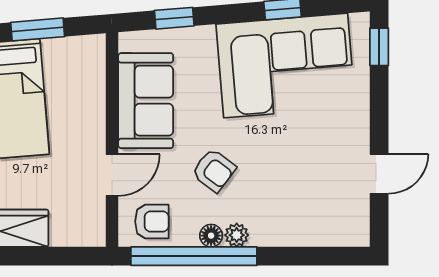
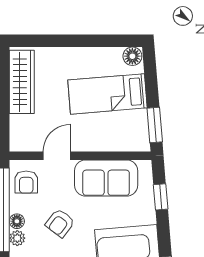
window: (38, 29) -> (155, 125), moved
door: (112, 175) -> (57, 156), swing flipped

